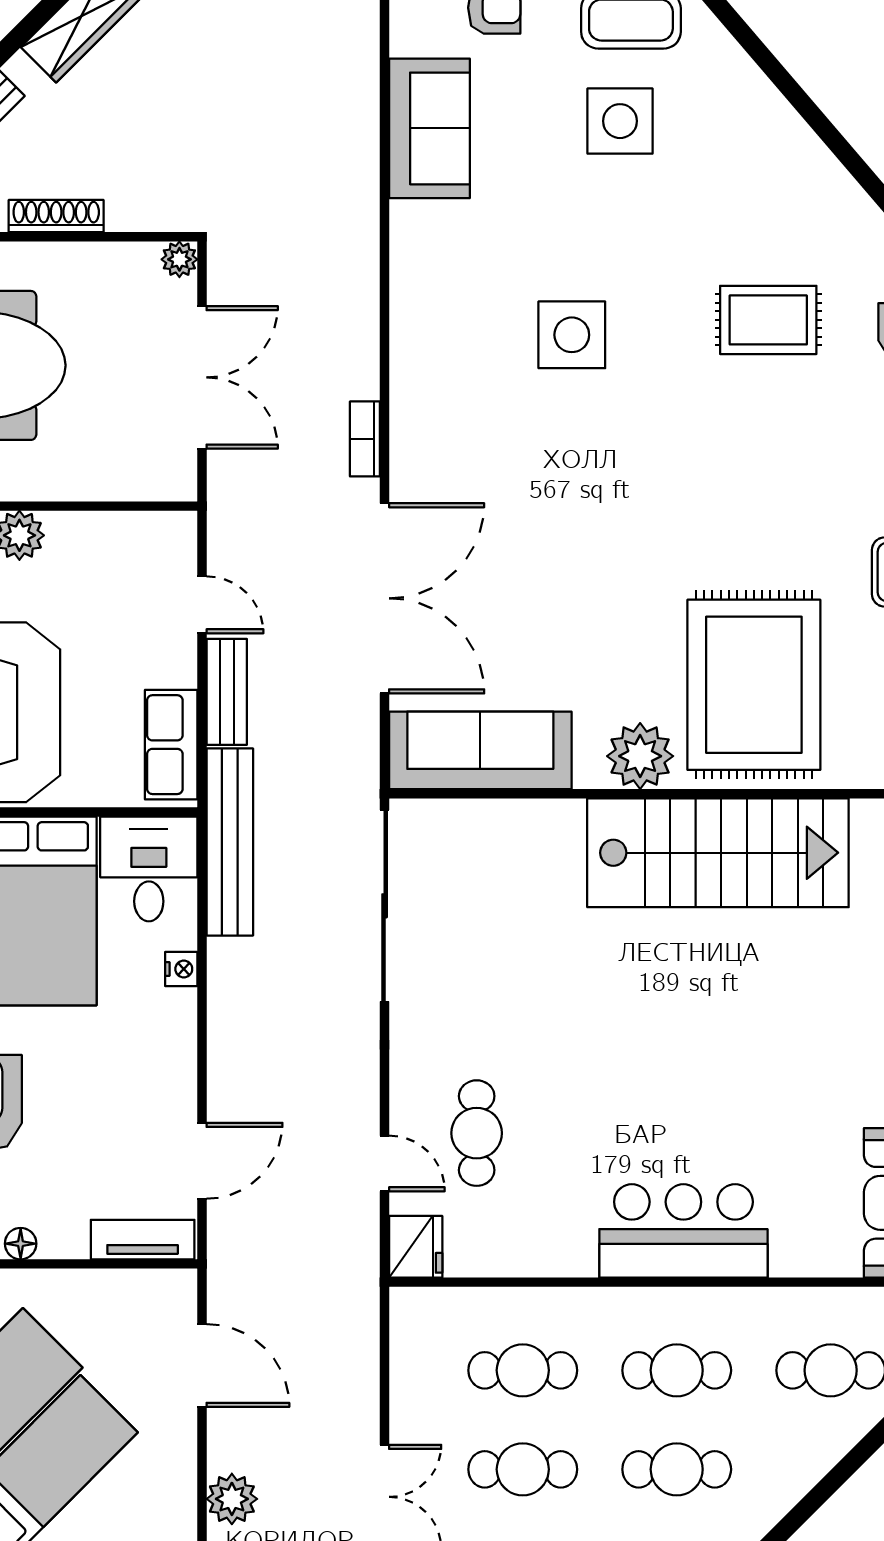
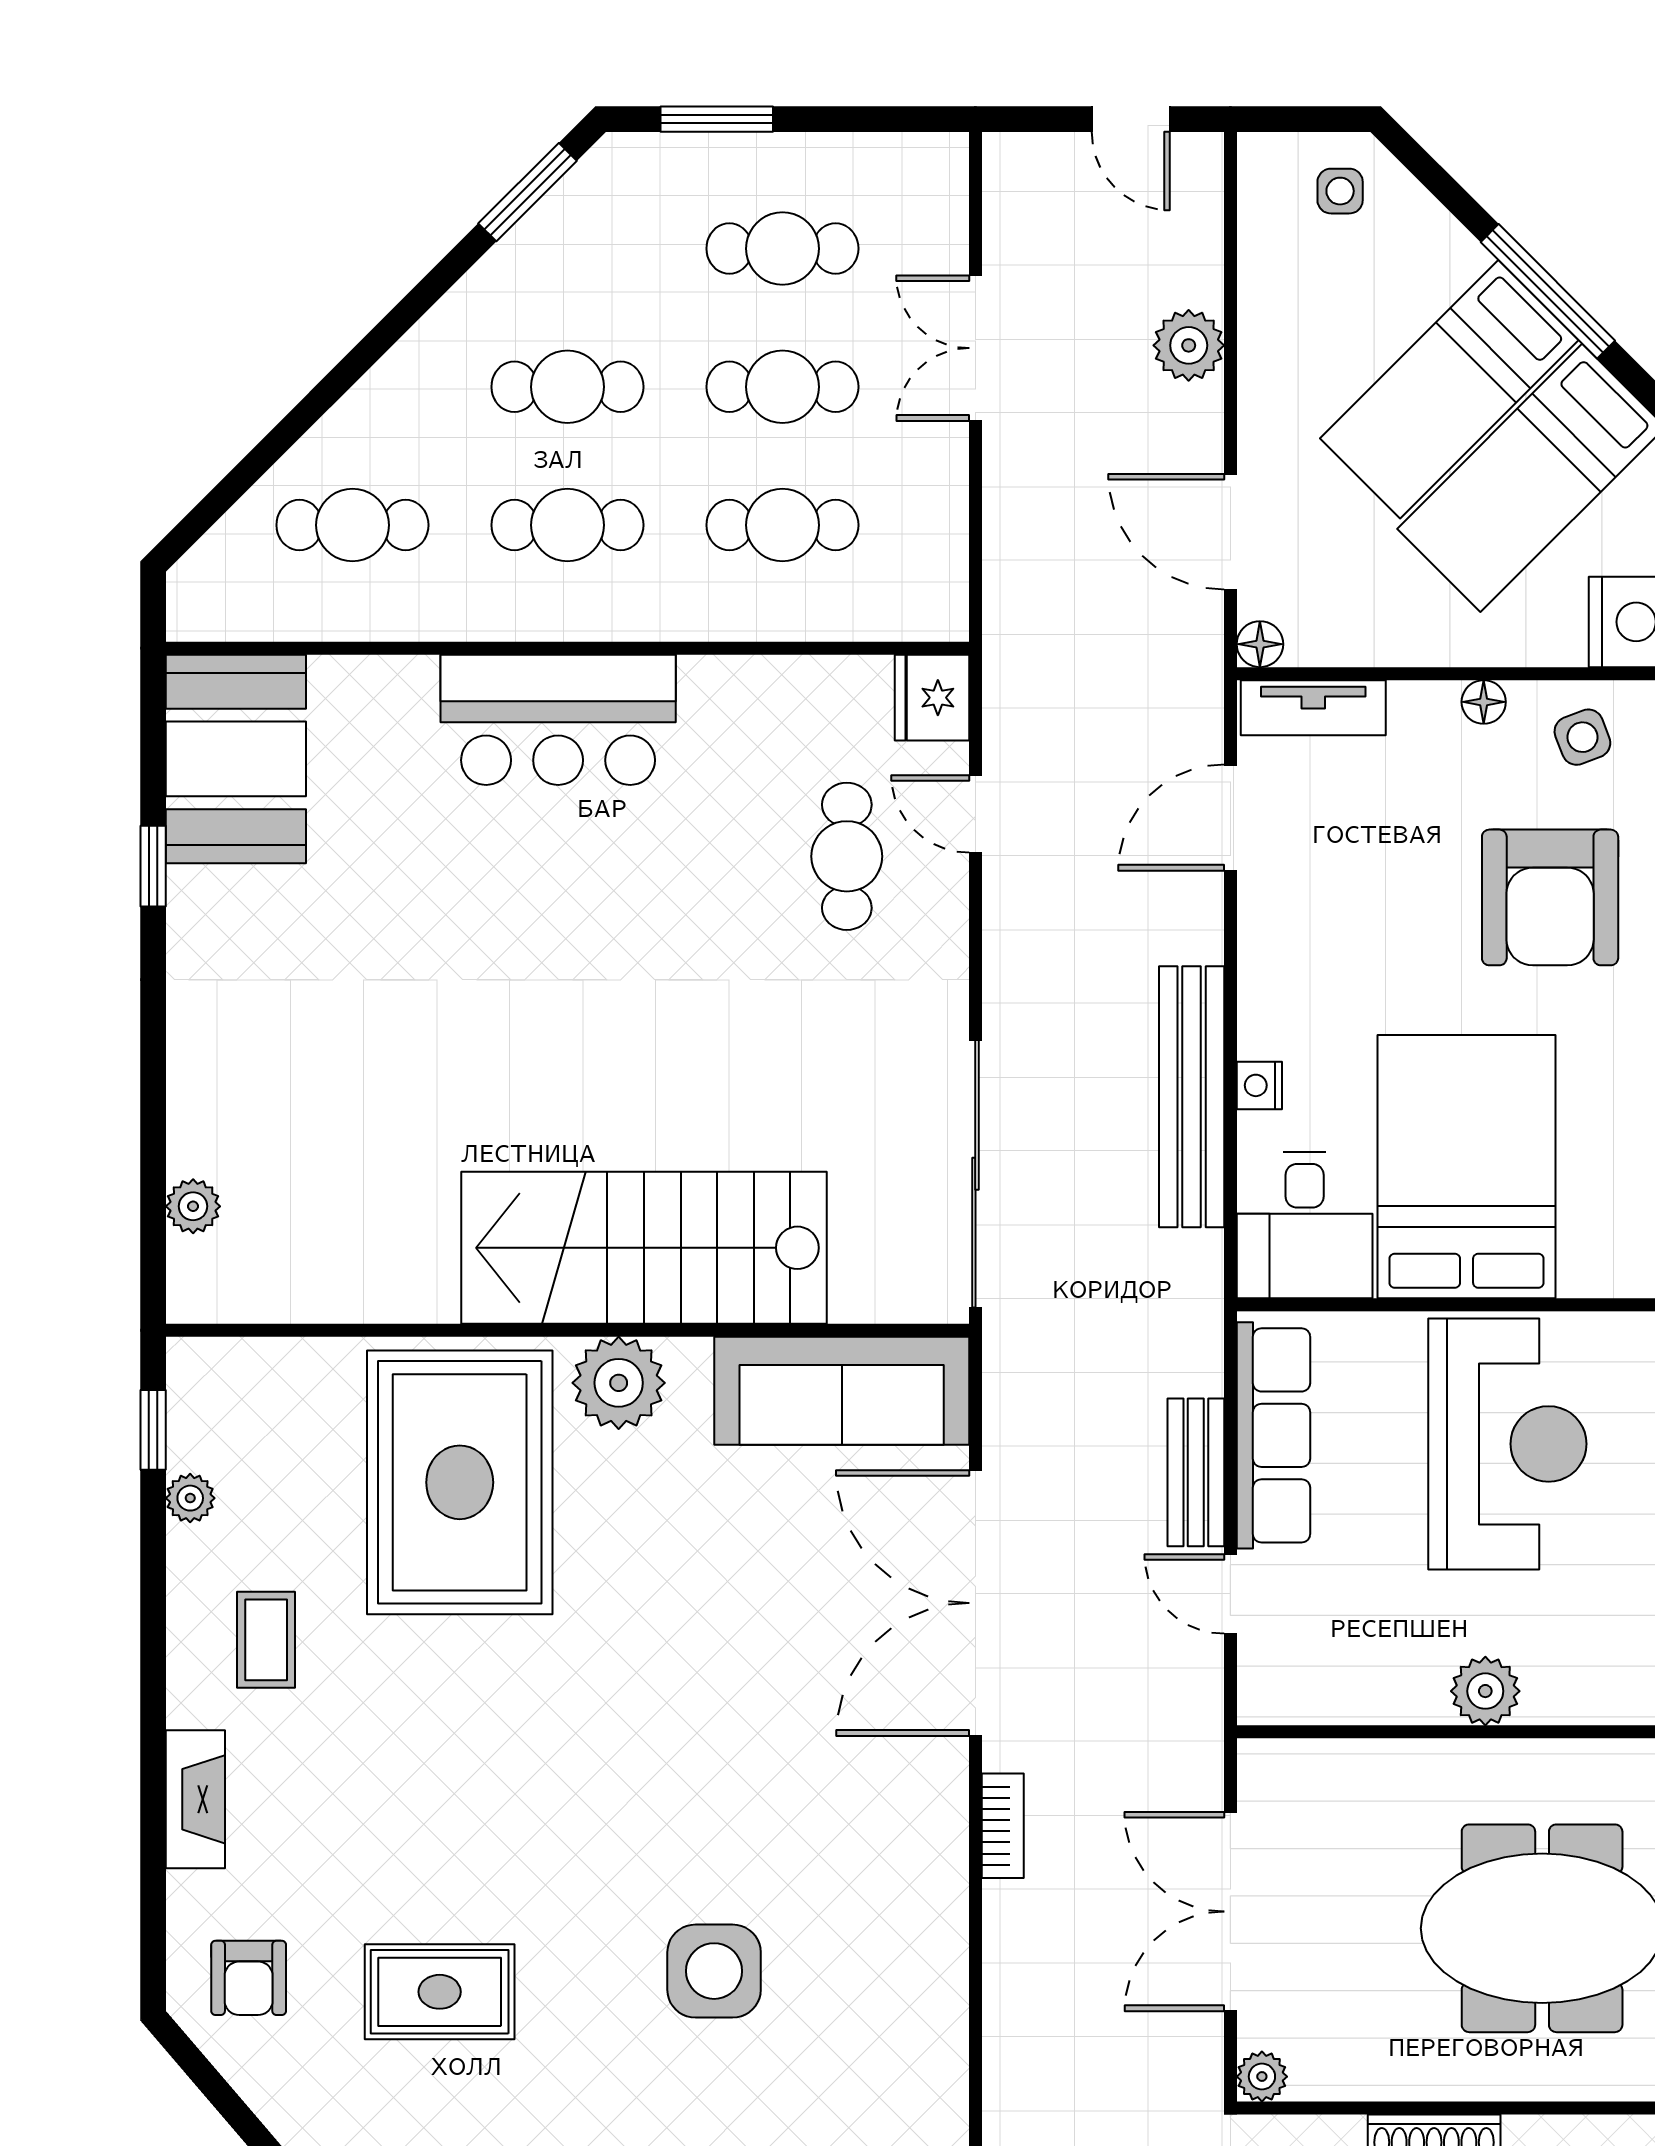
row of seats: (171, 745) -> (1273, 1435), width x1.48
bench: (230, 842) -> (1192, 1097), moved
stairs: (718, 853) -> (644, 1248), moved
floor lamp: (181, 1285) -> (1260, 644), added

